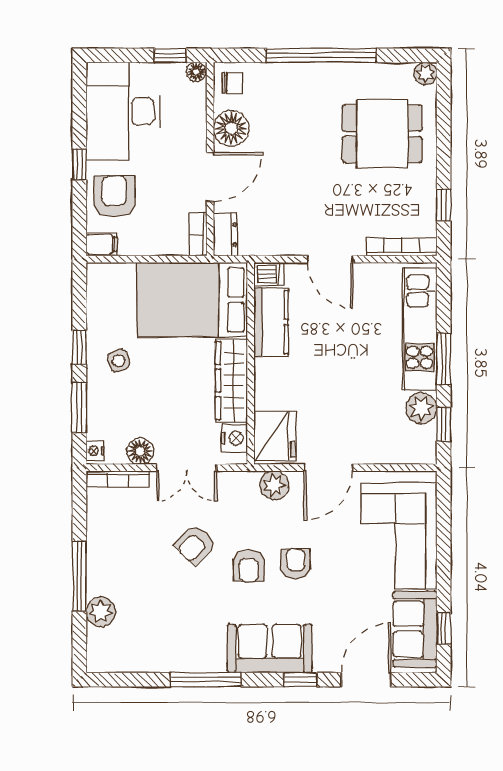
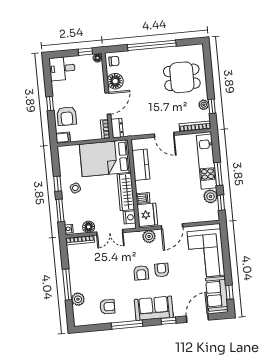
plant: (426, 73) -> (204, 105), moved
desk: (123, 111) -> (62, 68), width x0.53, depth x0.77
armchair: (114, 197) -> (67, 116), turned 180
dishwasher: (269, 274) -> (143, 198), moved
armchair: (195, 545) -> (107, 307), moved, turned -132

